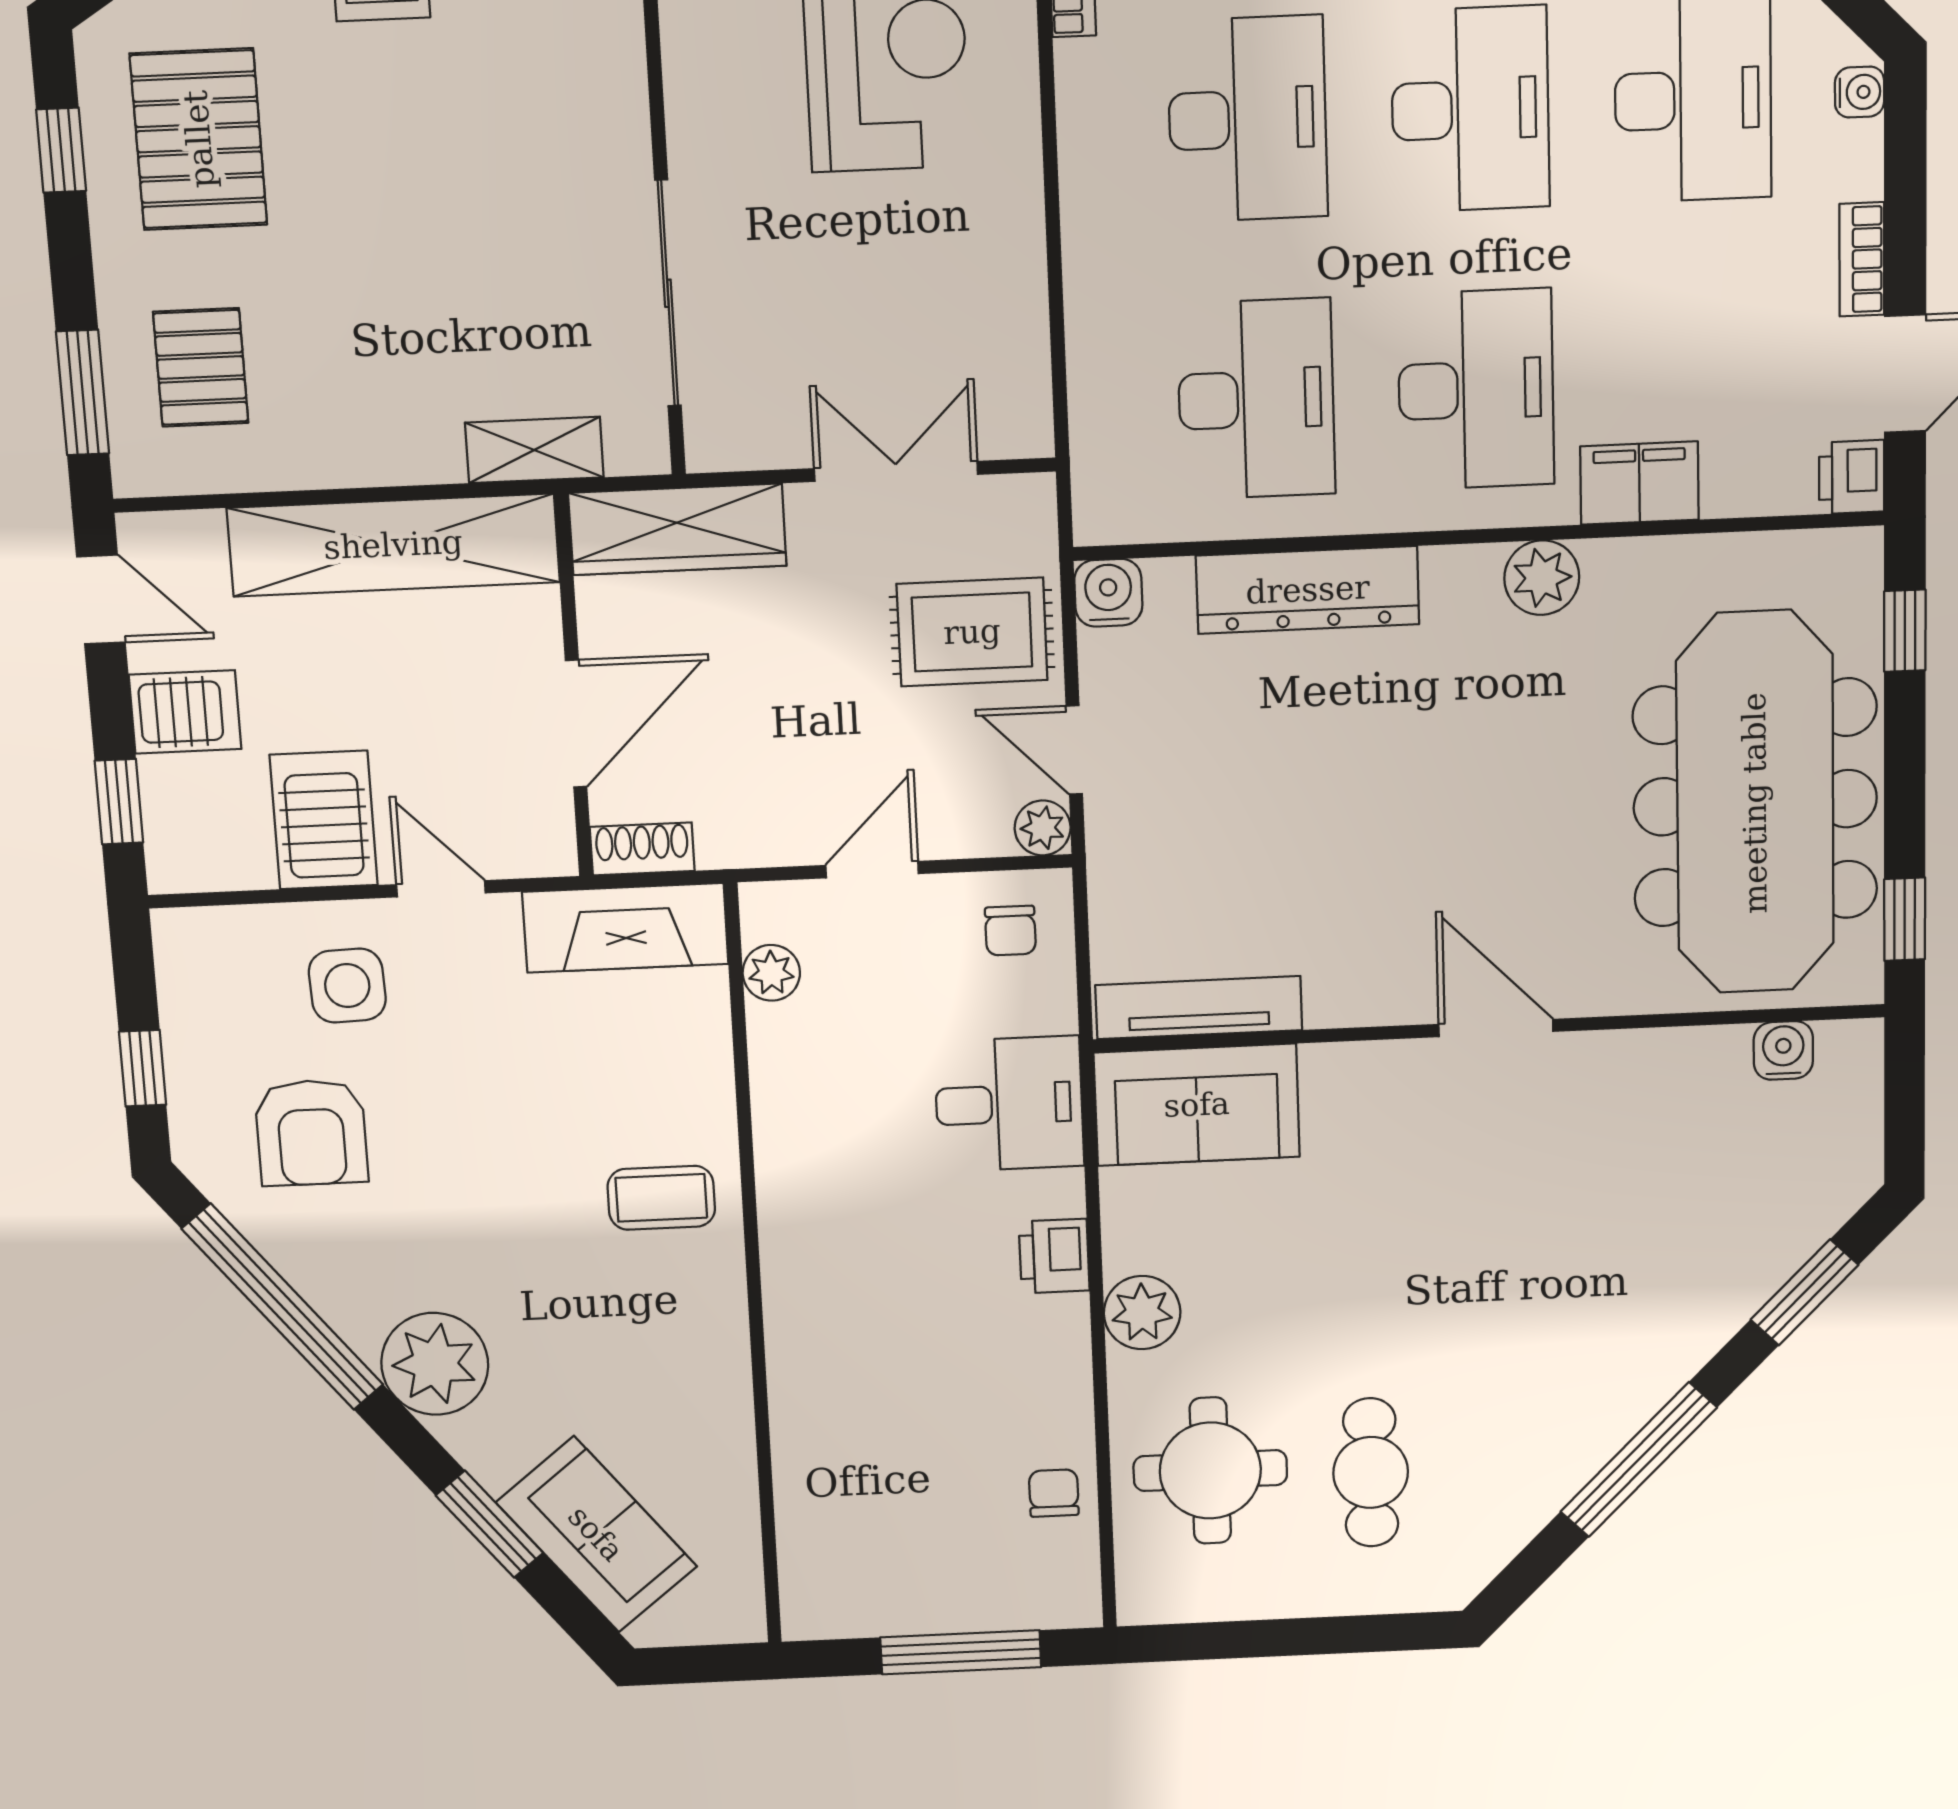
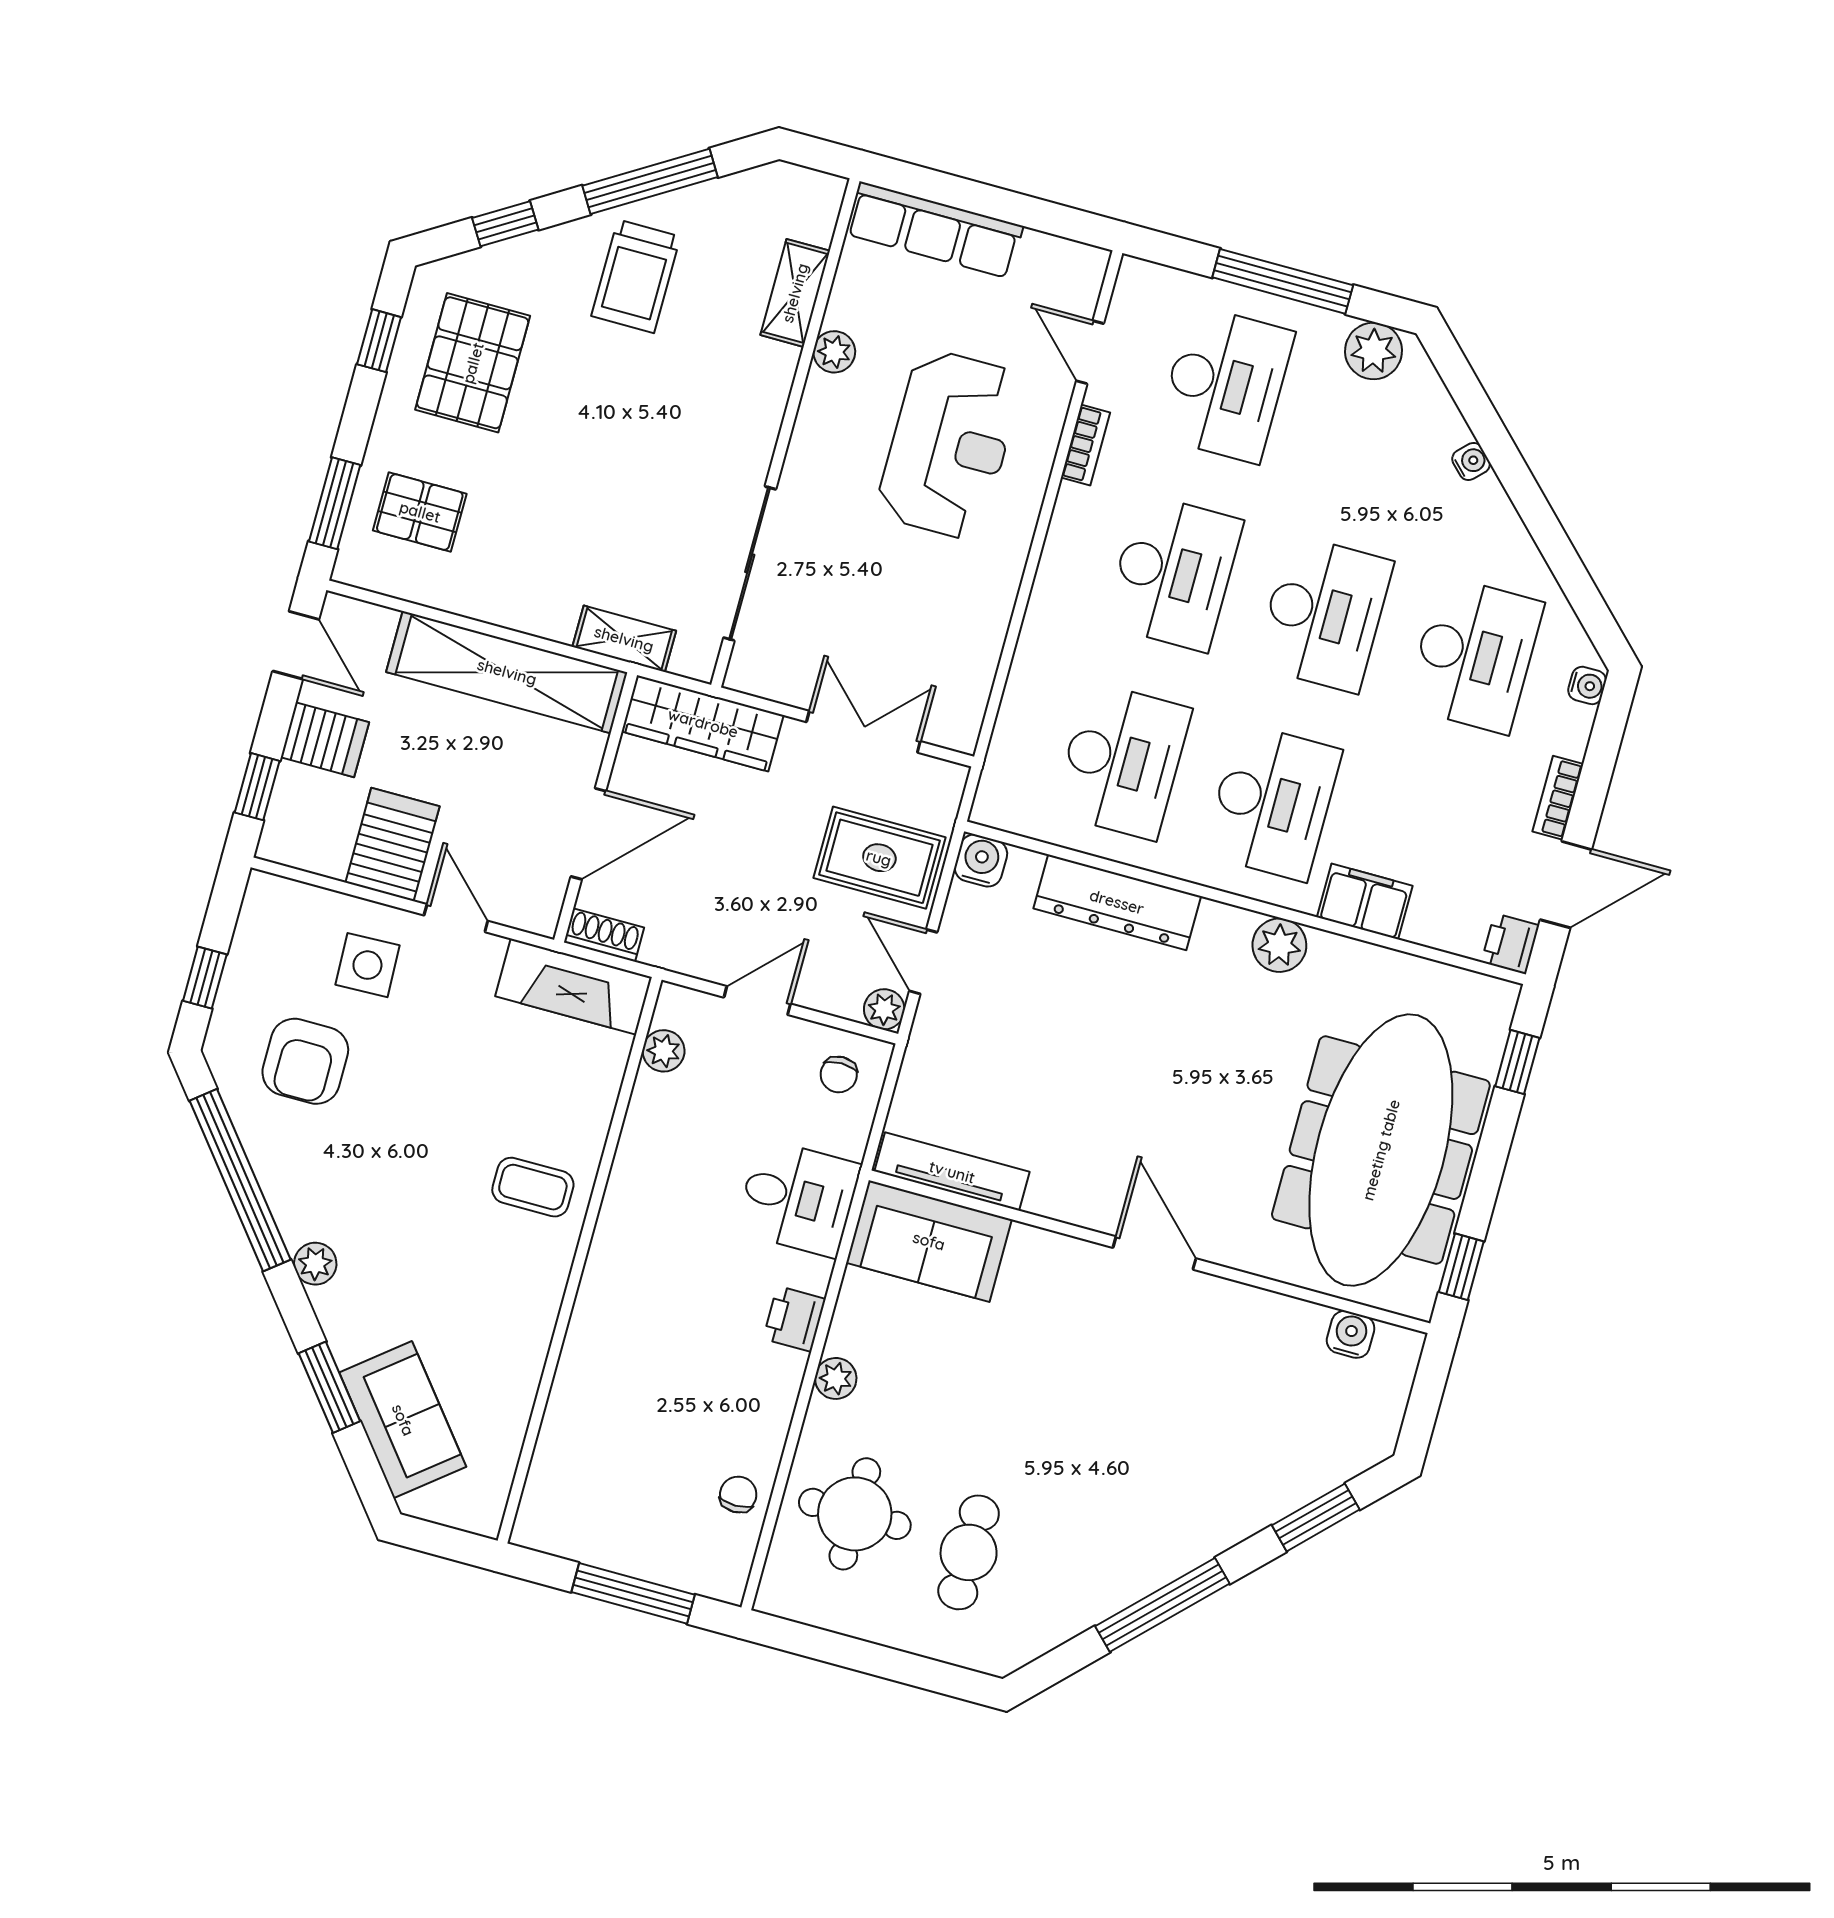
pallet: (201, 367) -> (420, 512), turned 90
plant: (1142, 1313) -> (836, 1378), width x0.73, depth x0.73
plant: (435, 1364) -> (315, 1264), width x0.53, depth x0.53

